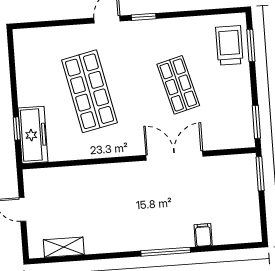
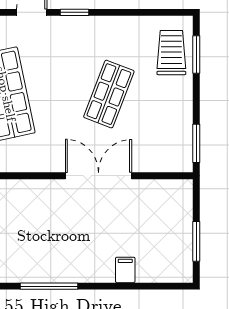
shop shelf: (178, 85) -> (109, 94), turned 36
window: (260, 174) -> (196, 241), moved
window: (166, 252) -> (49, 286), moved

